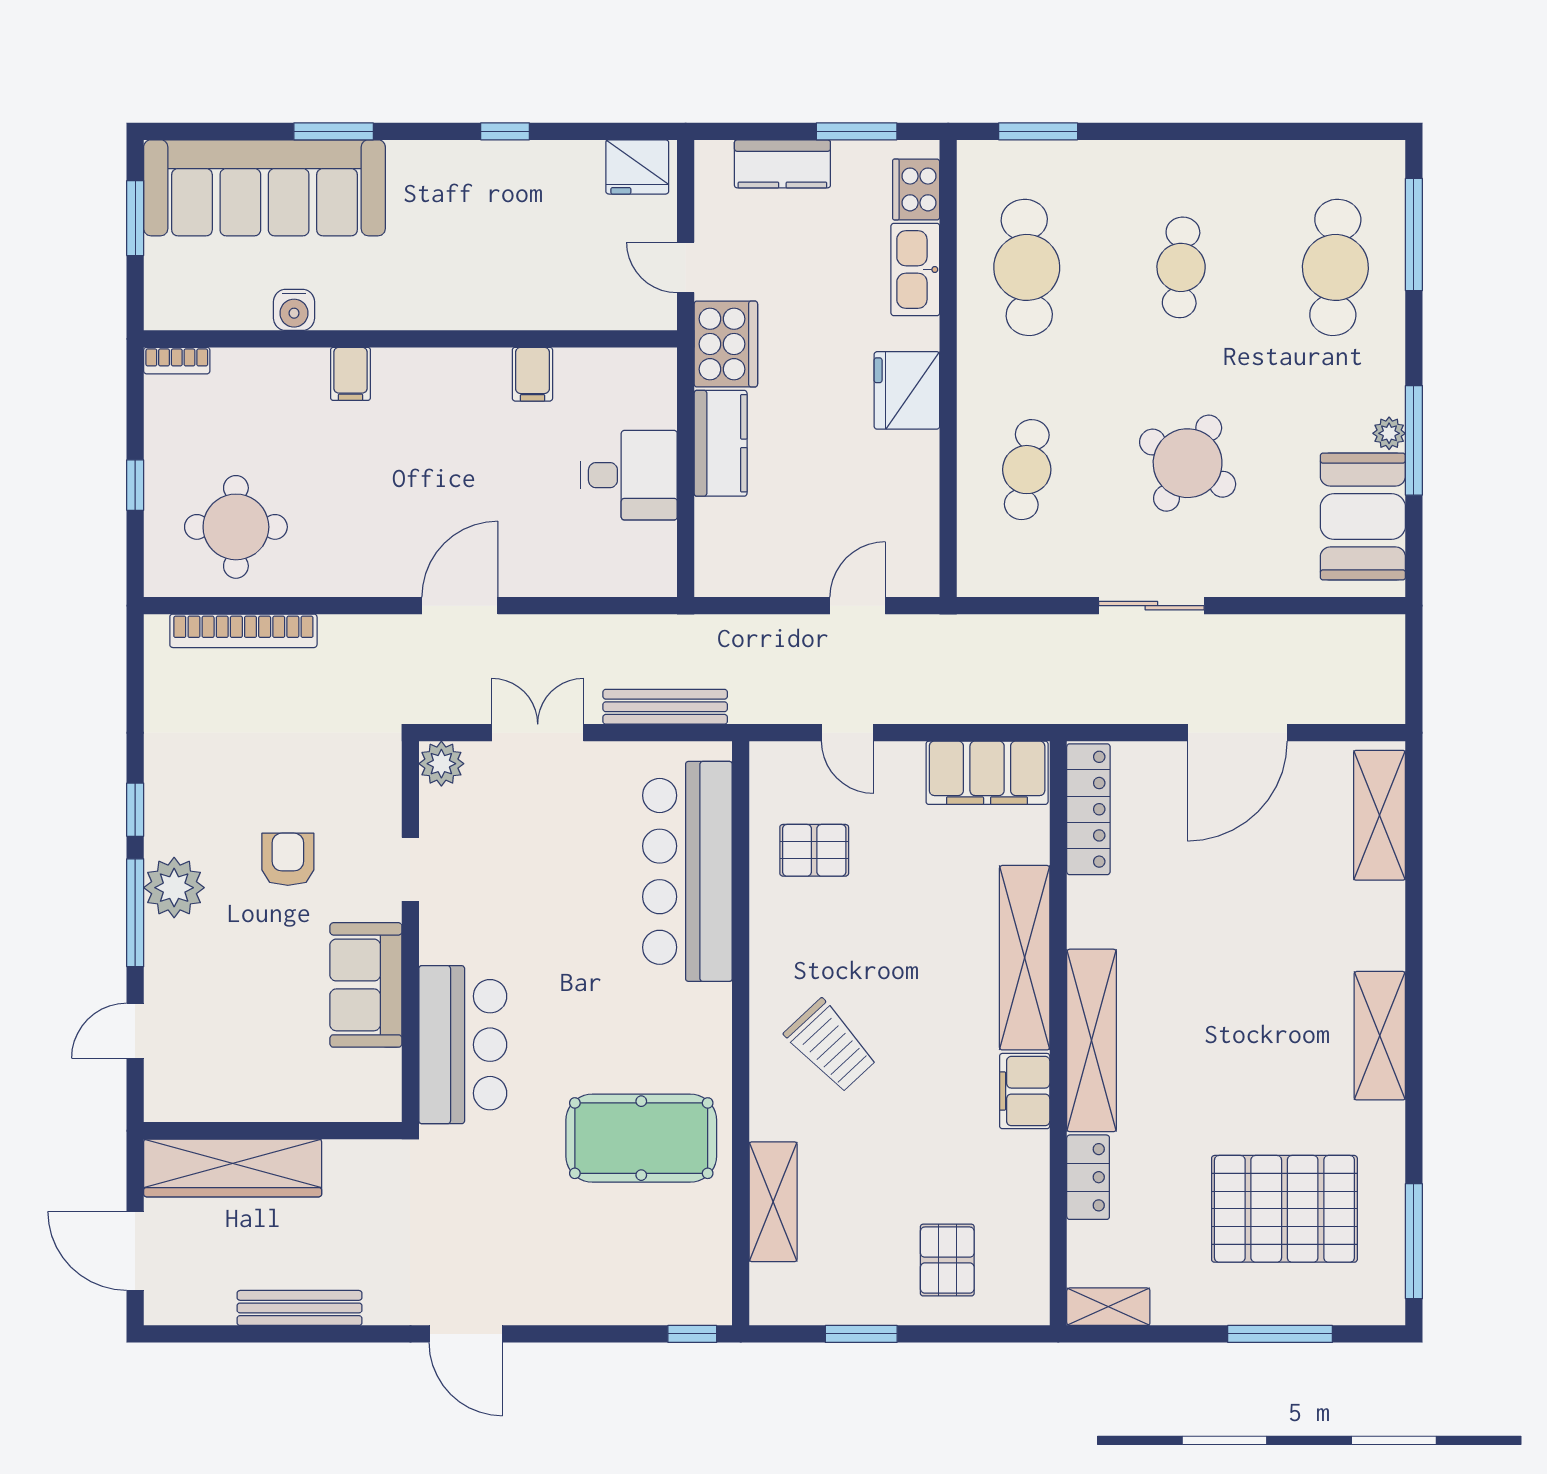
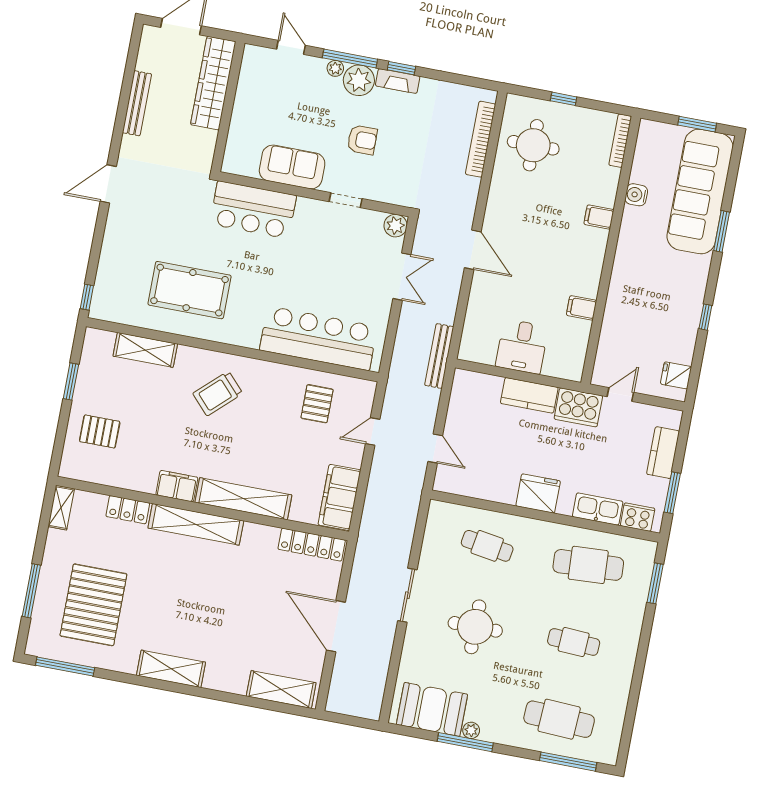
fridge: (637, 167) -> (676, 375), width x0.72
bookcase: (177, 361) -> (620, 141), width x1.56
round table: (1188, 463) -> (475, 627), turned -31
bench: (665, 707) -> (439, 356), moved
fireplace: (161, 812) -> (398, 81), added
plant: (160, 937) -> (335, 68), added
pool table: (641, 1138) -> (190, 290), turned 90

